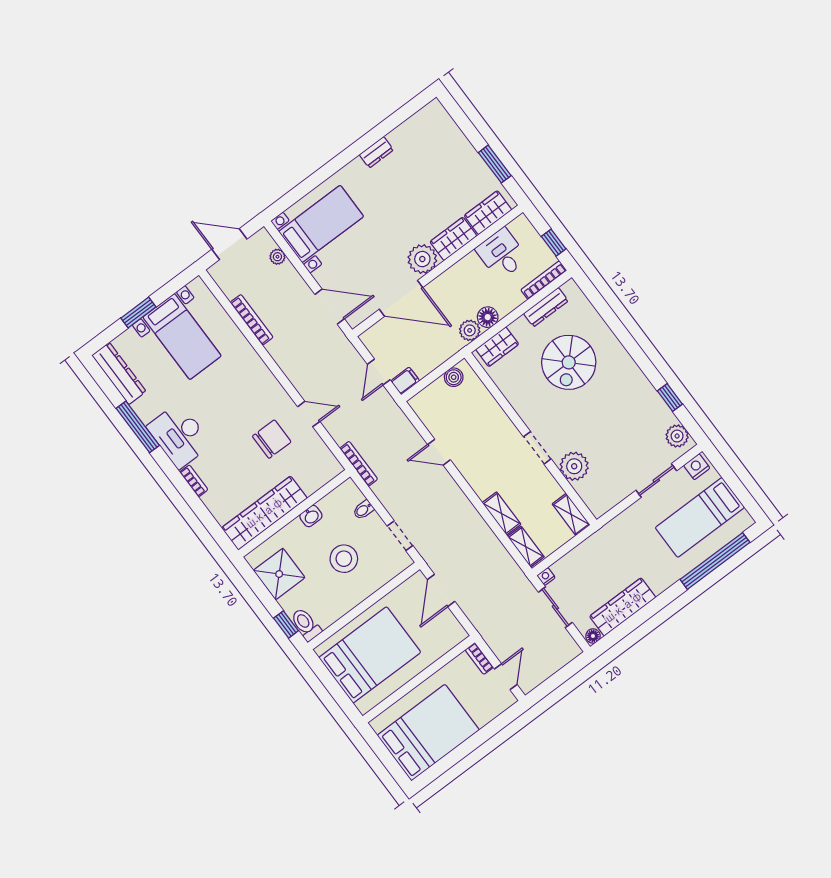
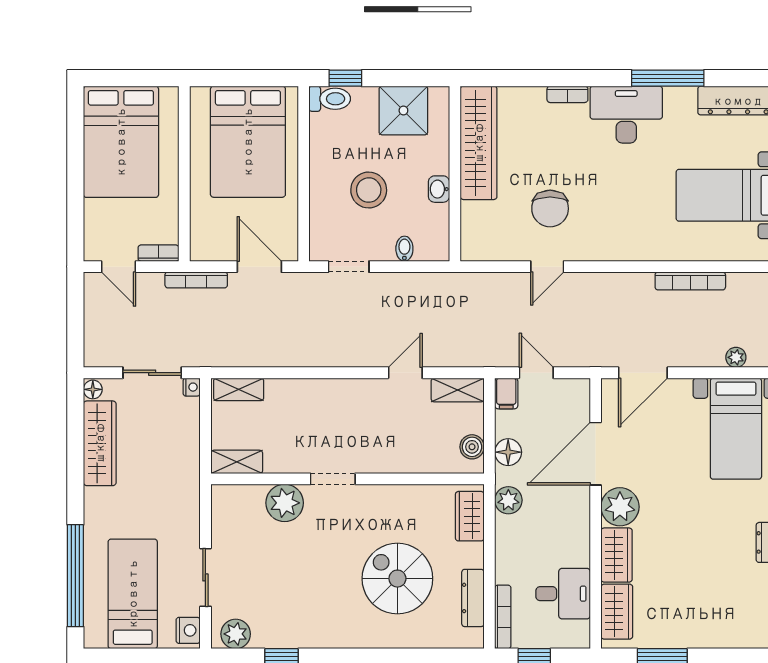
floor lamp: (488, 317) -> (508, 452), moved
bookcase: (359, 464) -> (196, 280), moved
shelving: (501, 514) -> (458, 390), moved

